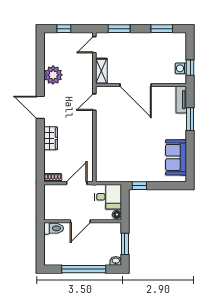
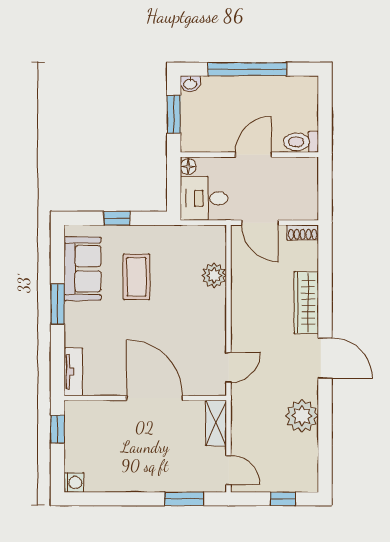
window: (162, 29) -> (108, 499), removed
door: (94, 45) -> (228, 470), hinge flipped
washing machine: (181, 68) -> (74, 482), moved
window: (190, 119) -> (57, 304), moved
wardrobe: (51, 138) -> (306, 303), width x1.50
coffee table: (146, 153) -> (137, 277), added
plant: (102, 154) -> (214, 275), added
door: (77, 183) -> (260, 223), hinge flipped
window: (139, 186) -> (117, 218), moved

